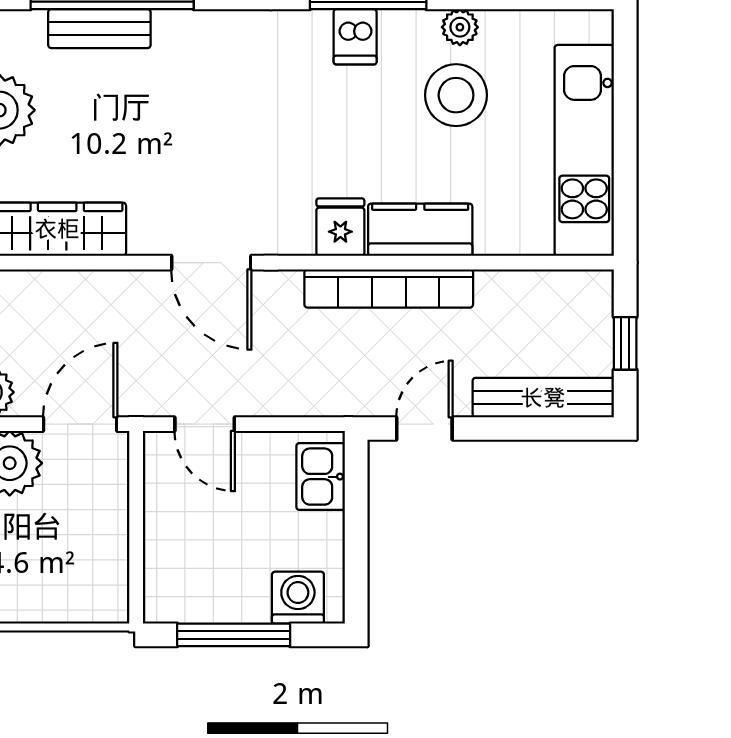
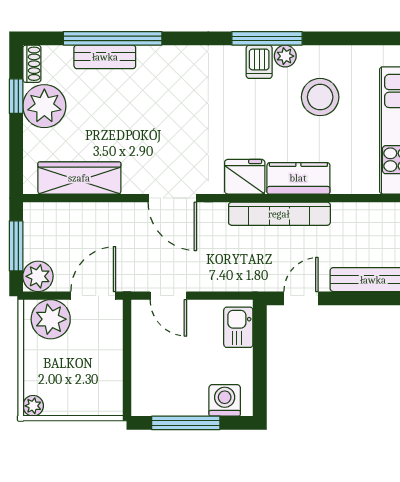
plant: (460, 27) -> (285, 56), moved
fridge: (340, 227) -> (245, 177), width x1.38

